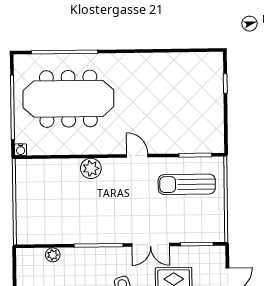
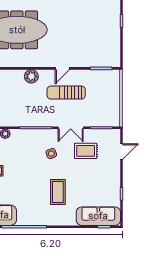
door: (137, 156) -> (62, 68), swing flipped
sun lounger: (187, 184) -> (66, 93), moved

